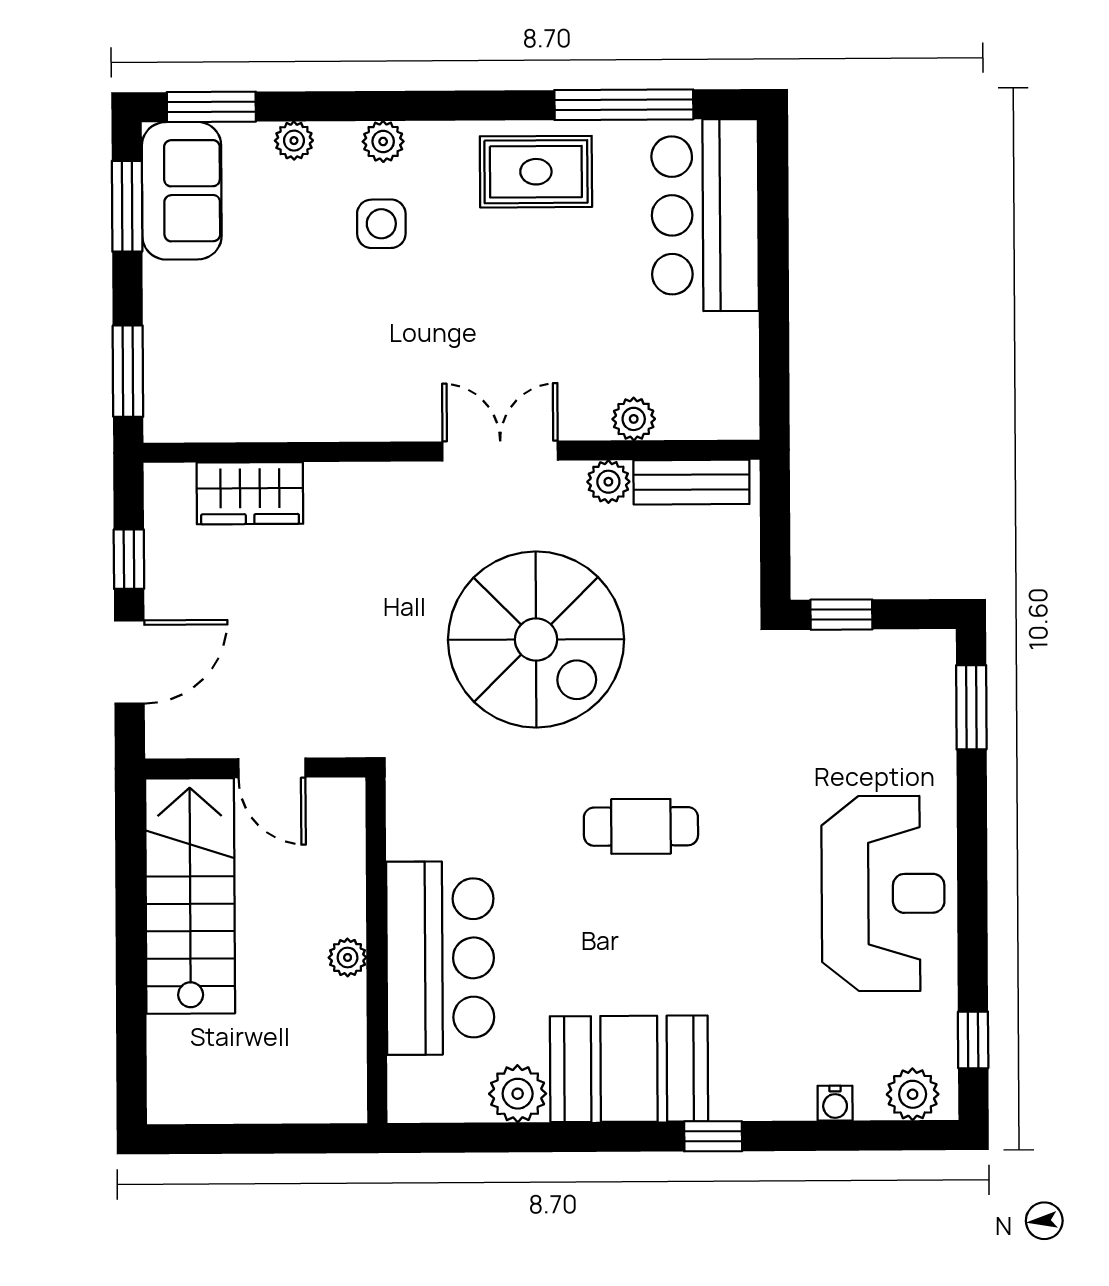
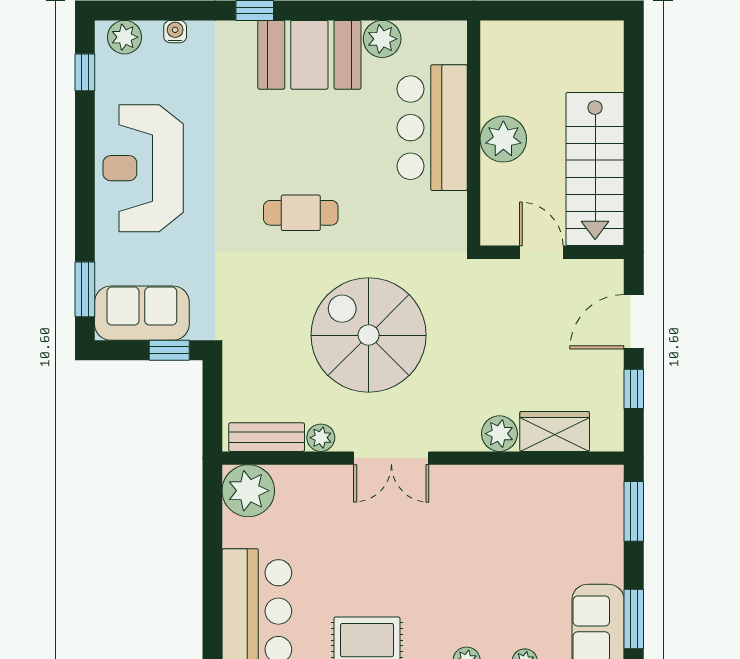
side table: (381, 224) -> (468, 607), removed
plant: (634, 419) -> (248, 491), moved, width x1.87, depth x1.87
plant: (334, 489) -> (499, 434), added
sofa: (884, 671) -> (142, 313), added
plant: (348, 957) -> (503, 139), width x1.88, depth x1.88

